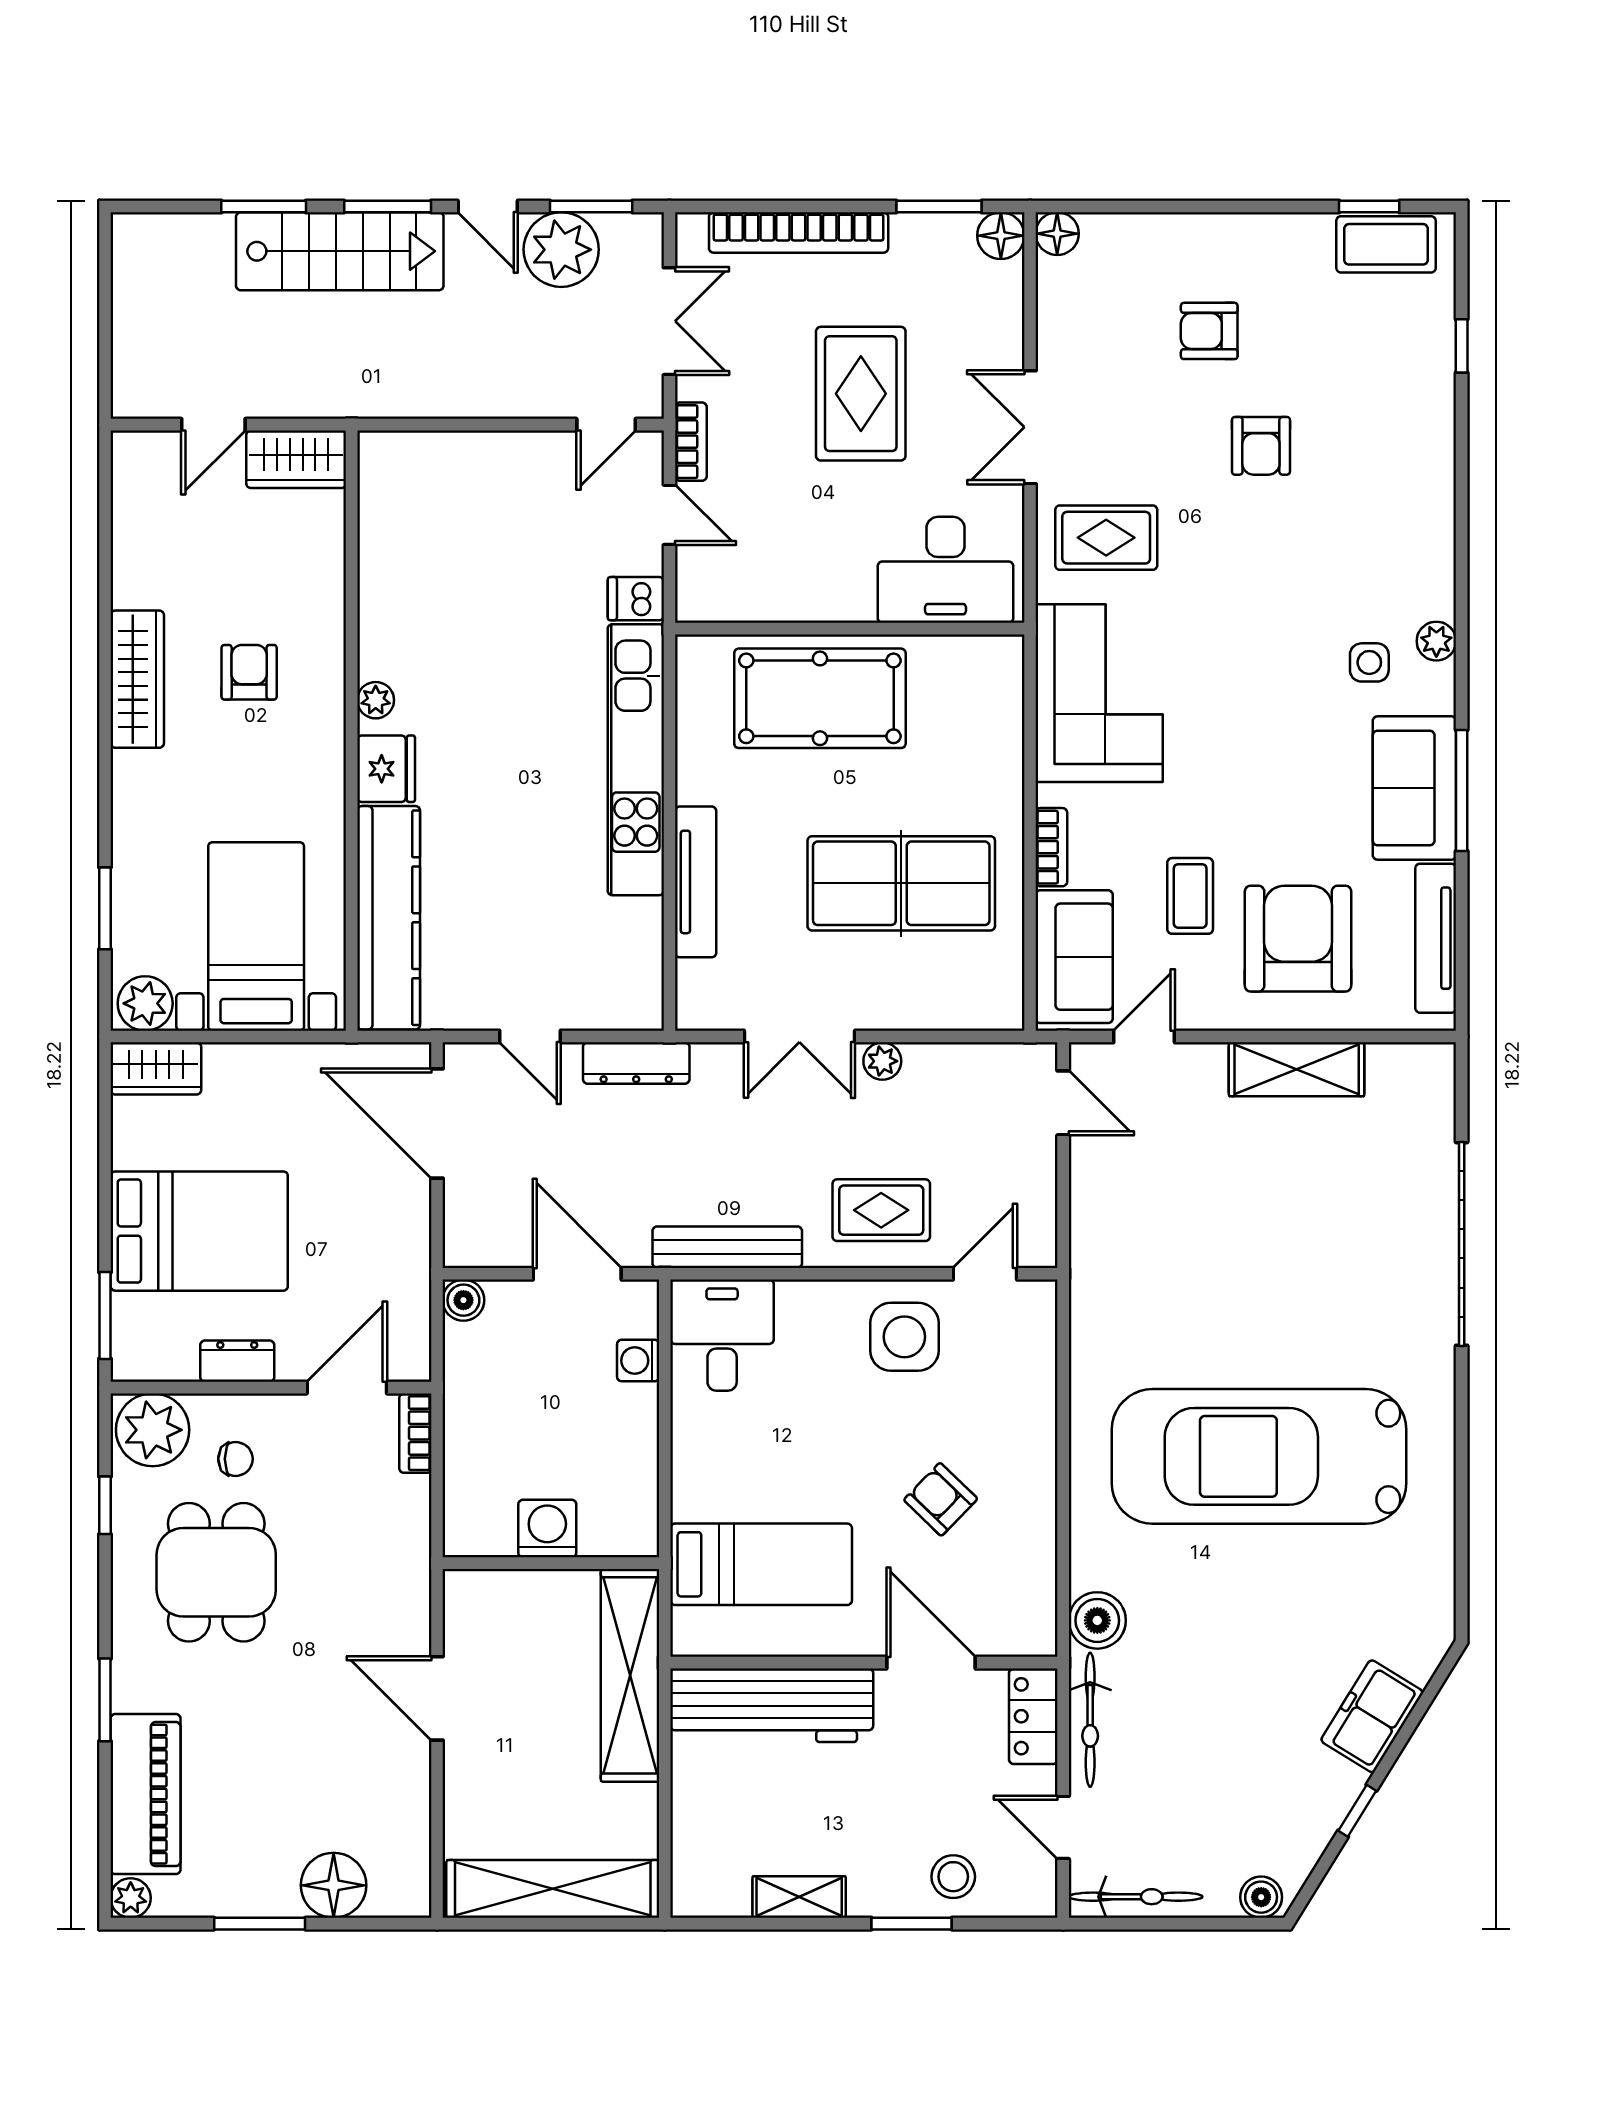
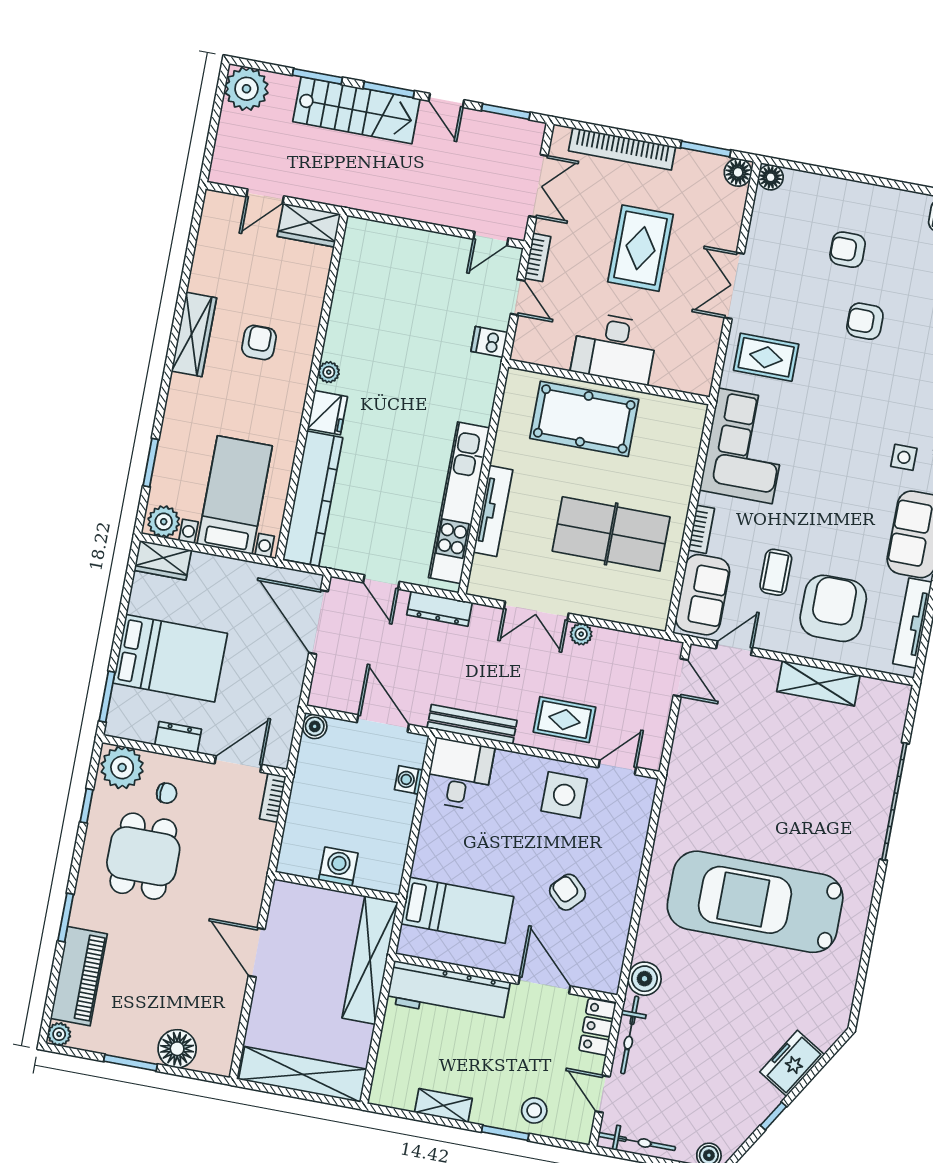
plant: (561, 250) -> (246, 89), moved
armchair: (1261, 446) -> (865, 321), turned 90
desk: (945, 570) -> (615, 348), moved
kitchen unit: (636, 760) -> (459, 503), moved

